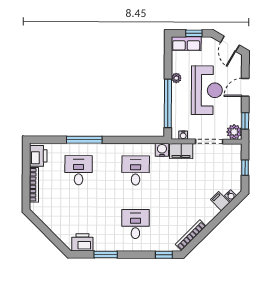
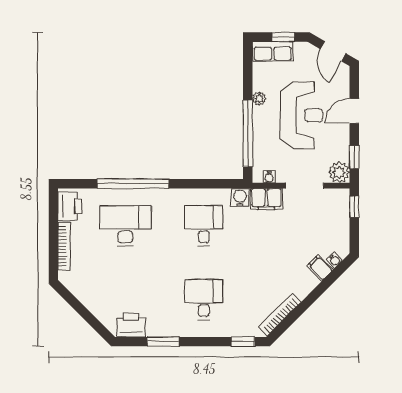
window: (84, 140) -> (133, 184), width x1.46
window: (245, 168) -> (354, 207), moved
desk: (79, 170) -> (125, 226), width x1.37

